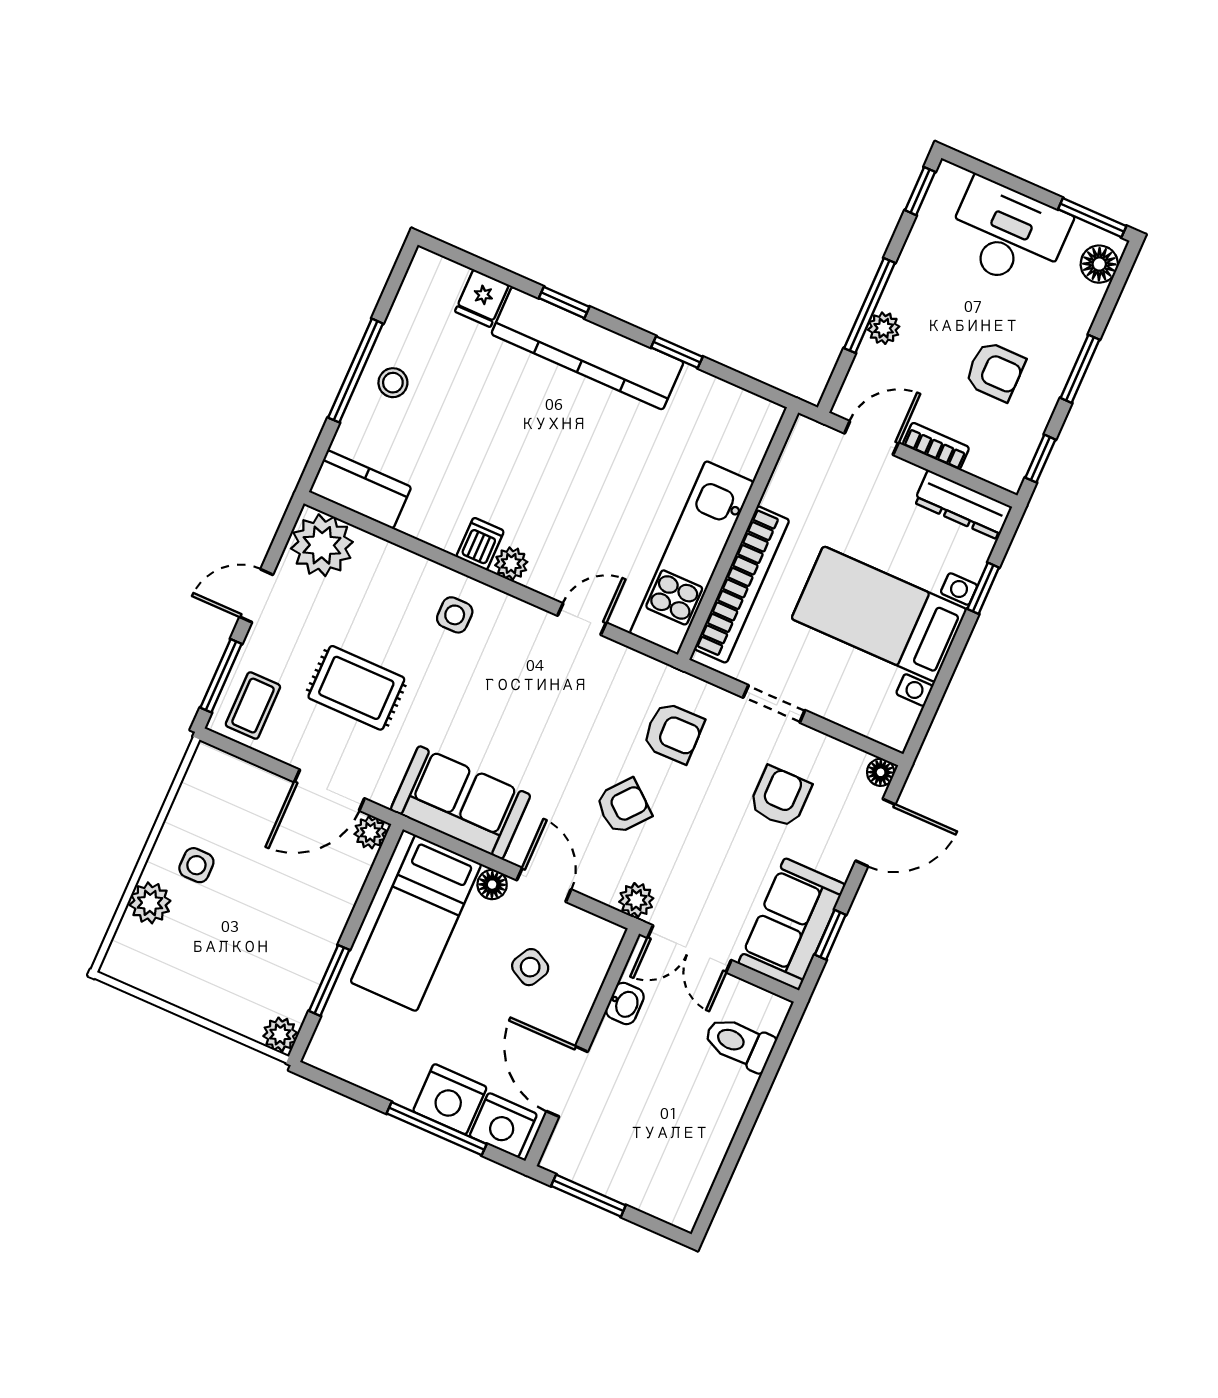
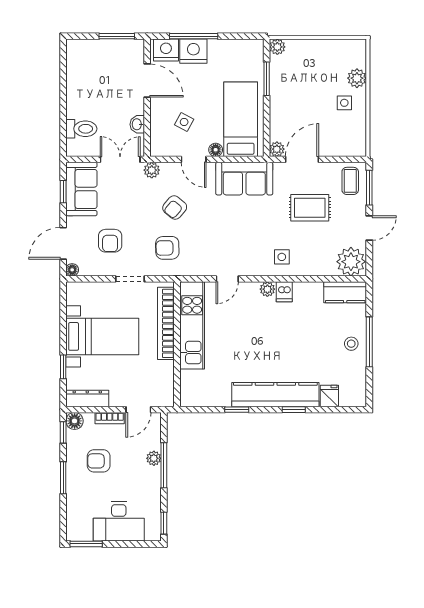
floor lamp: (1099, 264) -> (75, 421), moved

